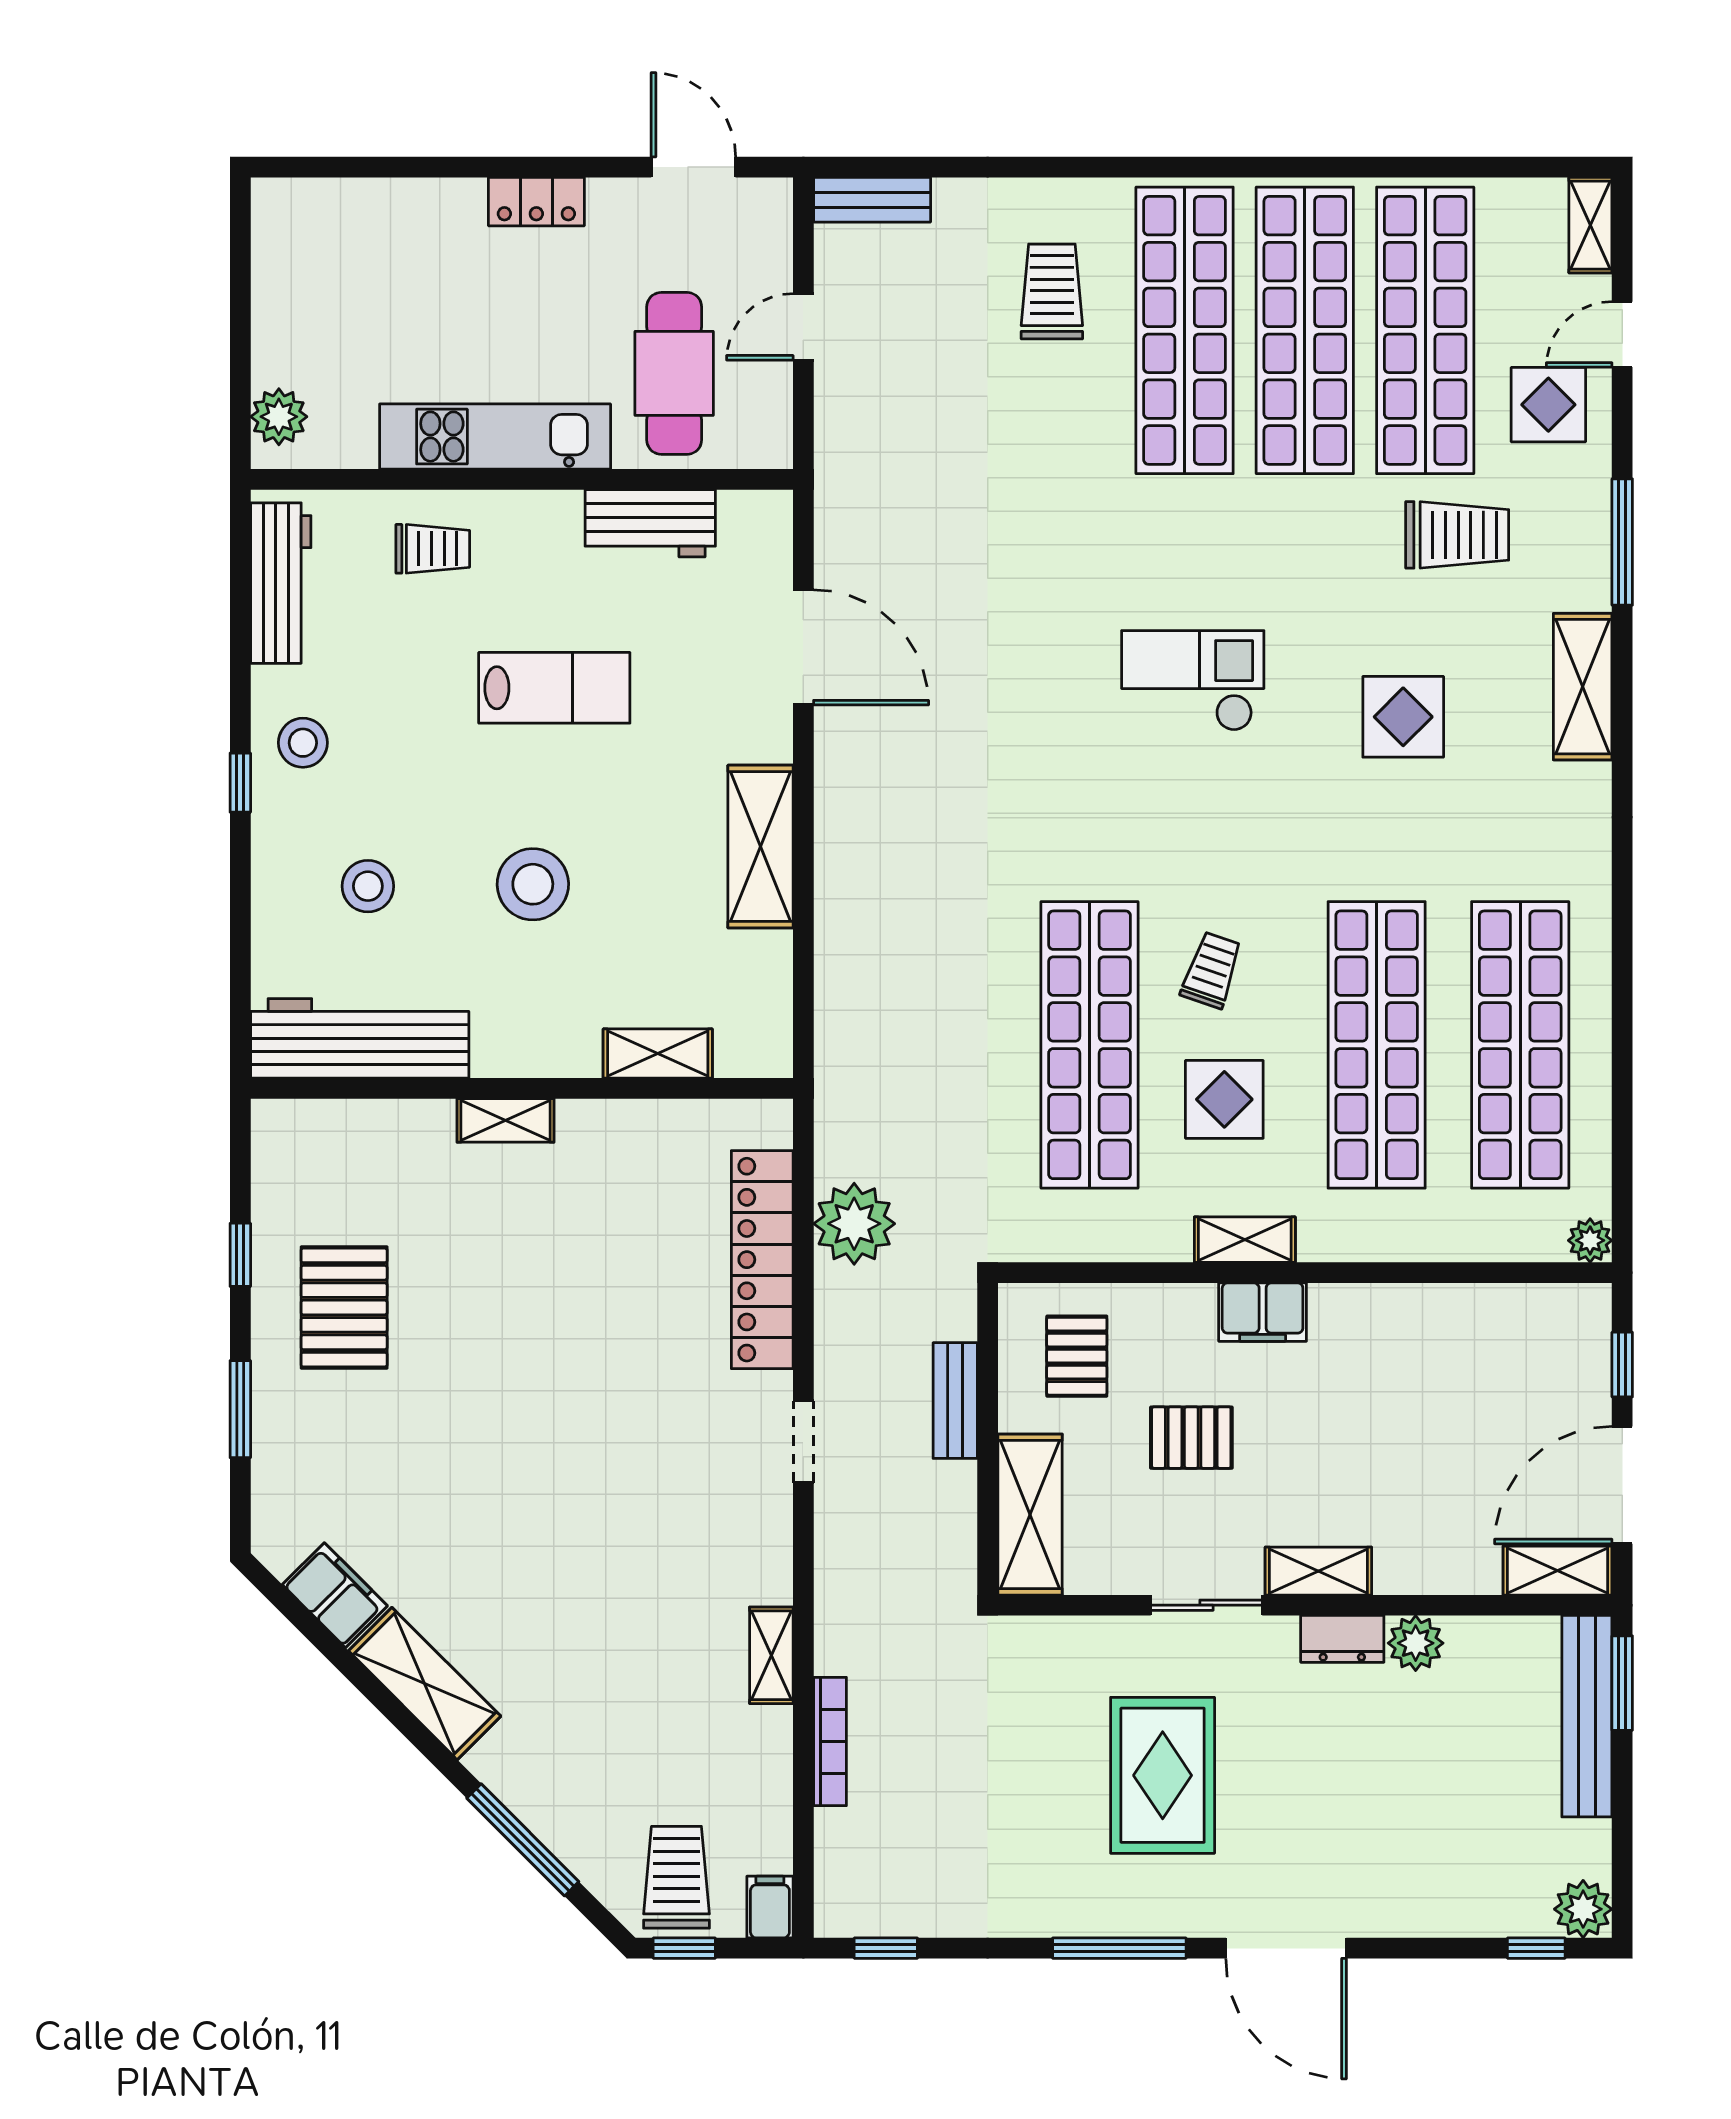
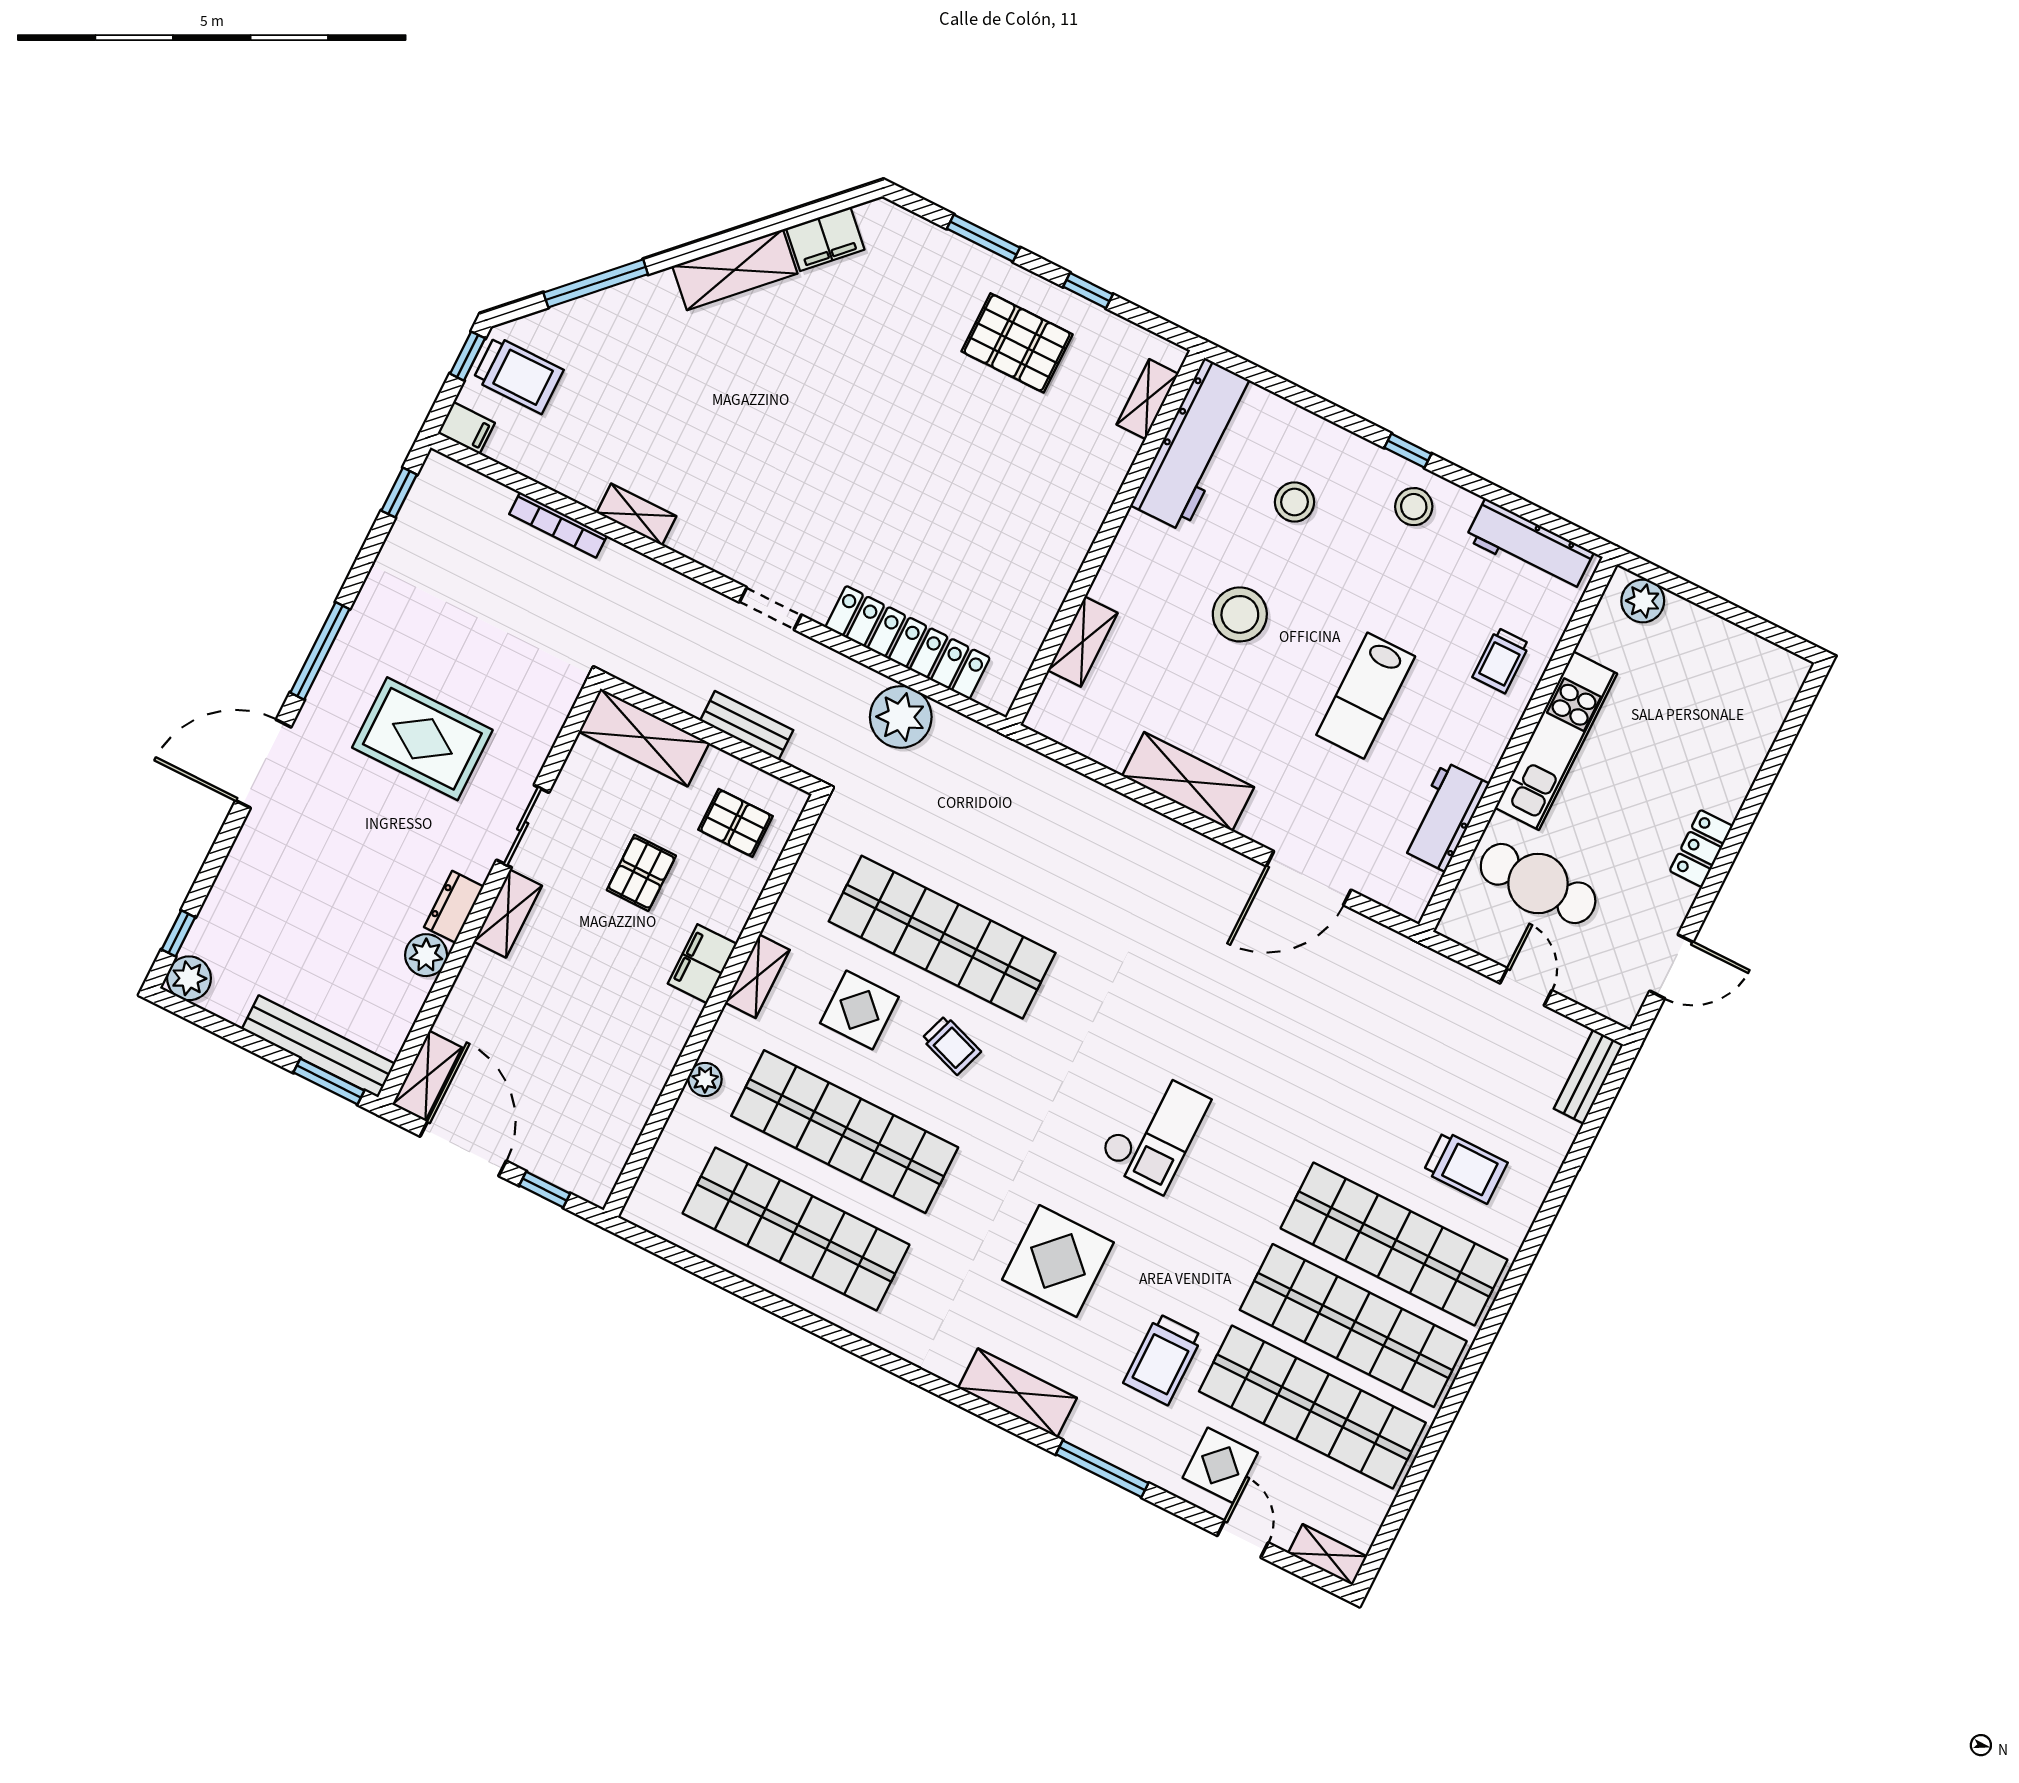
display table: (1403, 717) -> (1058, 1261), width x1.36, depth x1.36
shelving: (506, 1120) -> (1147, 399), moved
plant: (1590, 1240) -> (705, 1079), moved

